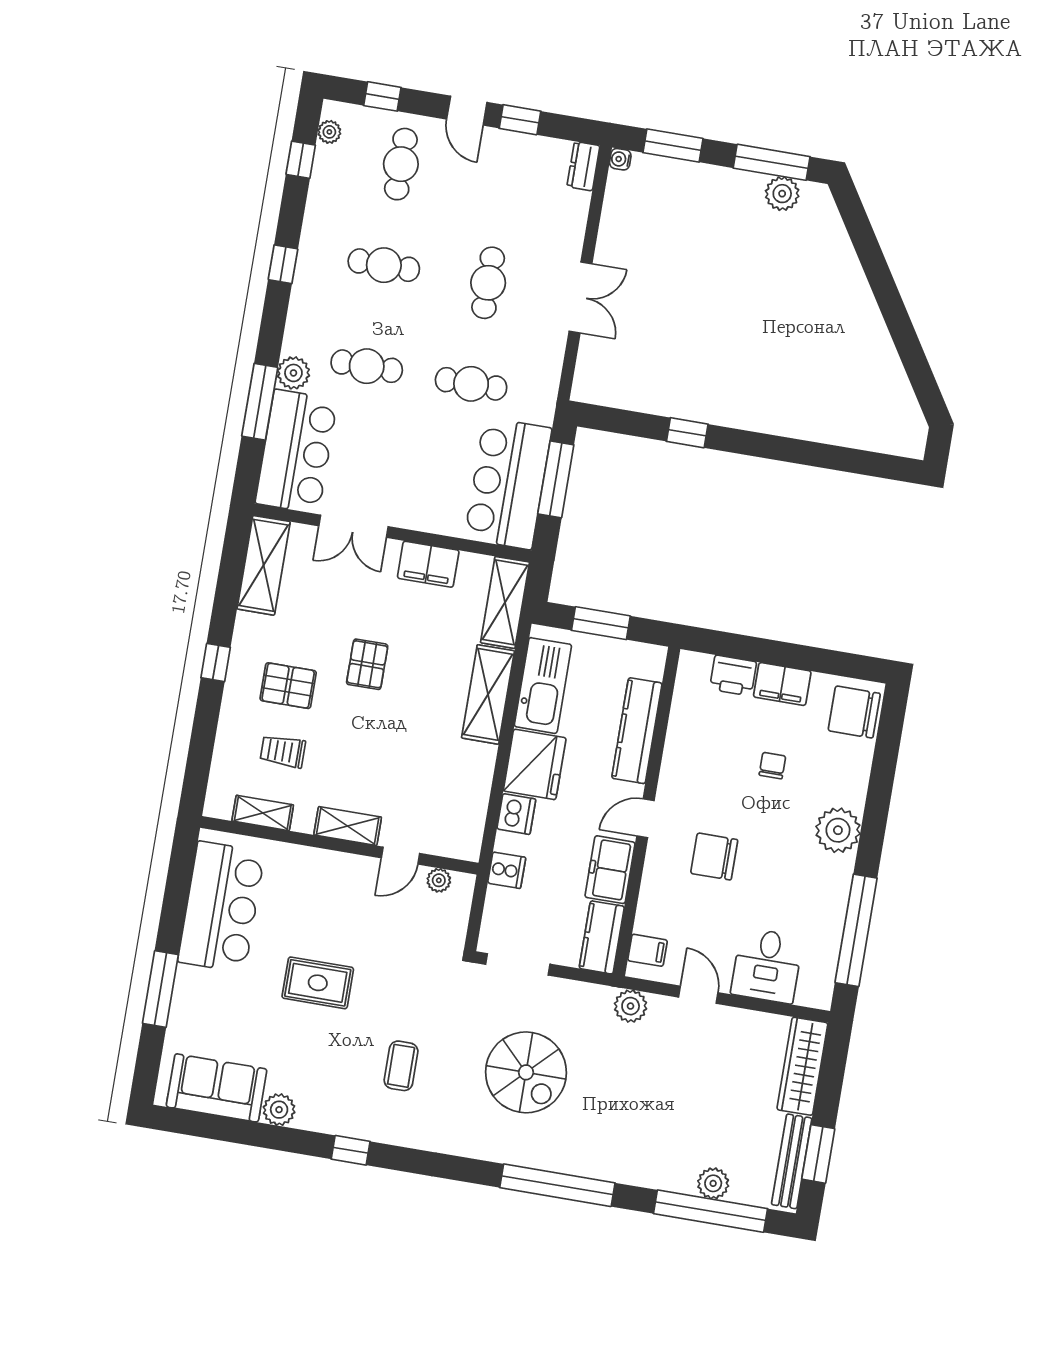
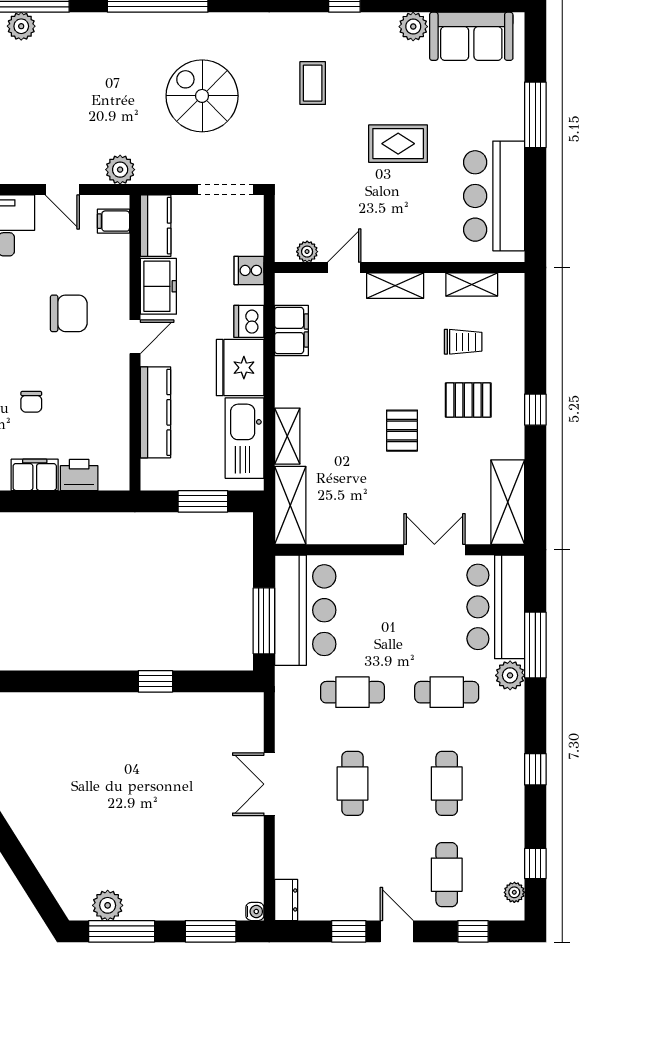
cafe table: (384, 265) -> (447, 783), turned 90
filing cabinet: (428, 564) -> (291, 330), moved, turned 90
shelving: (488, 694) -> (287, 436), width x0.67, depth x0.75

